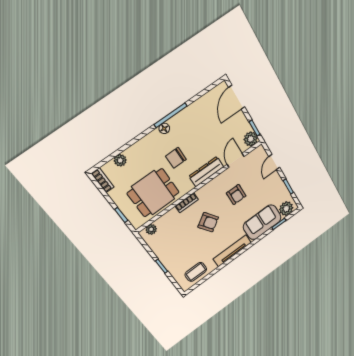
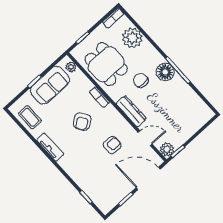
door: (237, 97) -> (203, 129), removed
floor lamp: (164, 128) -> (165, 72), width x1.89, depth x1.89
plant: (120, 160) -> (132, 38), width x1.88, depth x1.88
door: (274, 162) -> (148, 178), width x1.88
armchair: (236, 195) -> (112, 145), turned 180
plant: (286, 209) -> (103, 202), removed
sofa: (262, 222) -> (50, 85), moved, turned 90
tv unit: (232, 251) -> (50, 147), width x0.71

